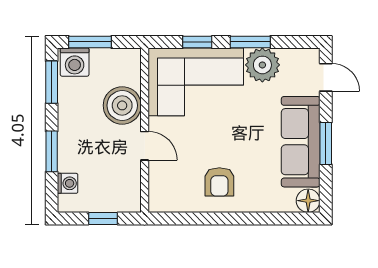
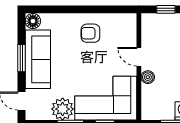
boiler: (122, 105) -> (148, 77), width x0.54, depth x0.54
armchair: (219, 182) -> (90, 33), turned -90

